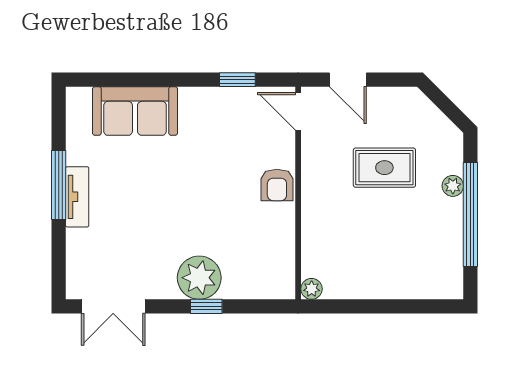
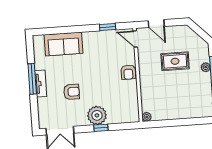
armchair: (146, 220) -> (71, 92), added

